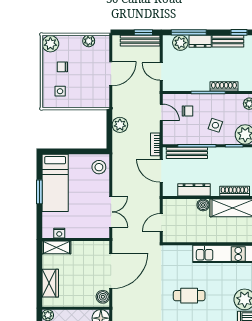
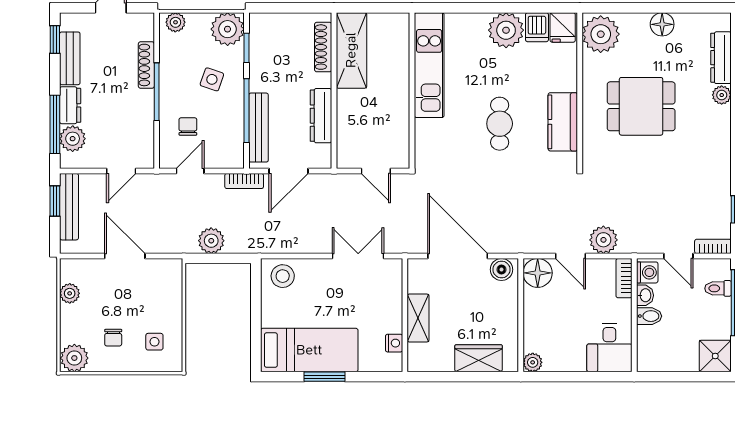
boiler: (203, 205) -> (346, 100), removed
shelving: (56, 247) -> (418, 318), moved

